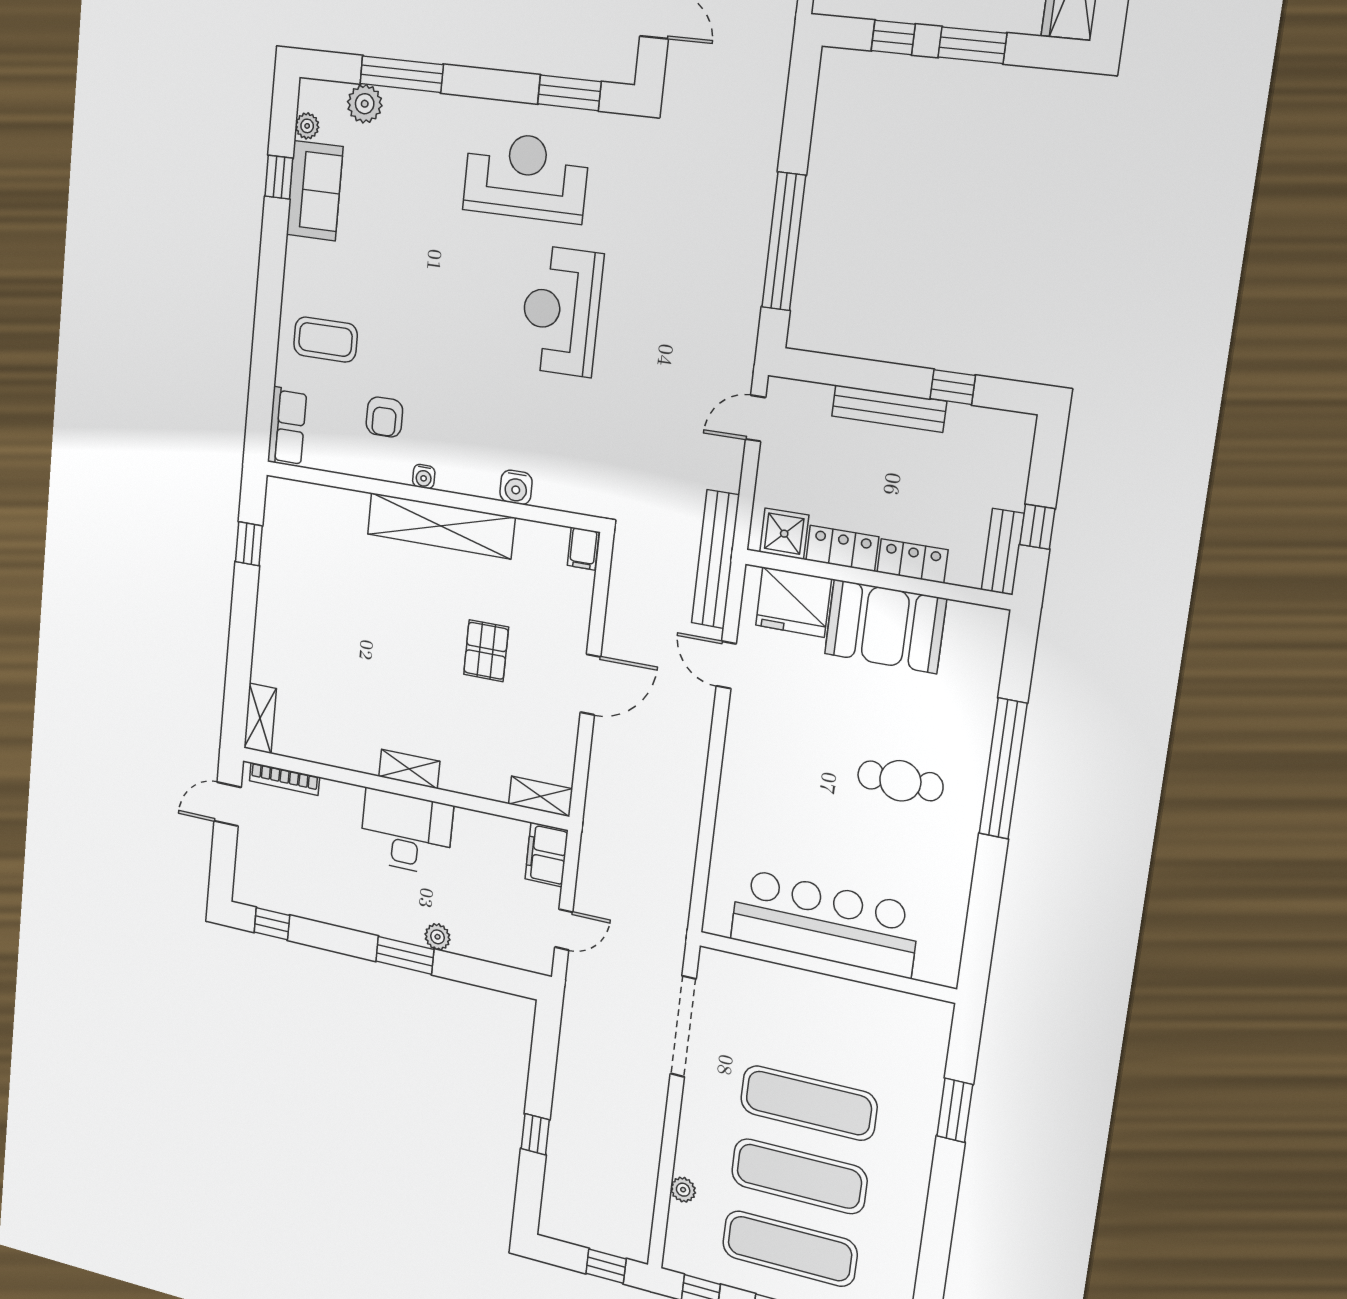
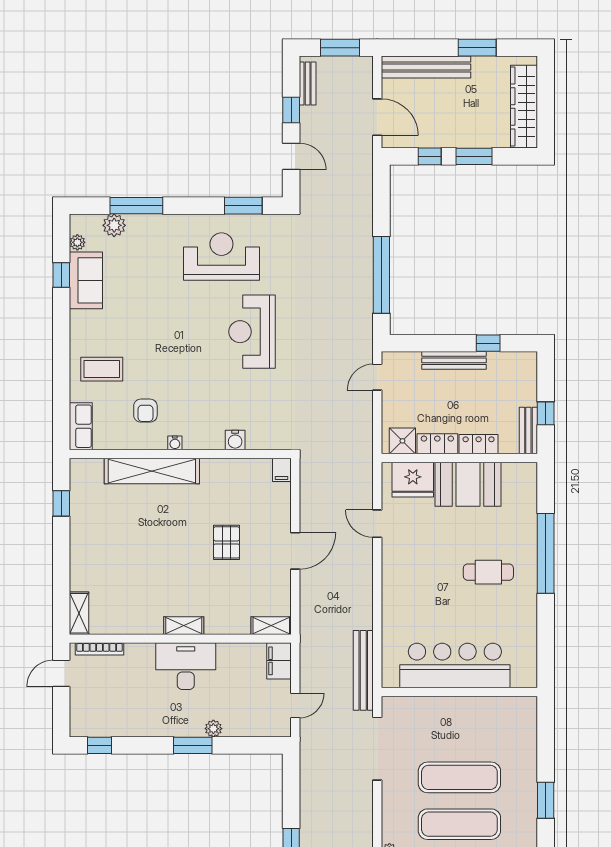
shelving: (441, 526) -> (152, 471), moved
bench: (715, 559) -> (363, 670), moved
window: (955, 1110) -> (546, 800), moved

